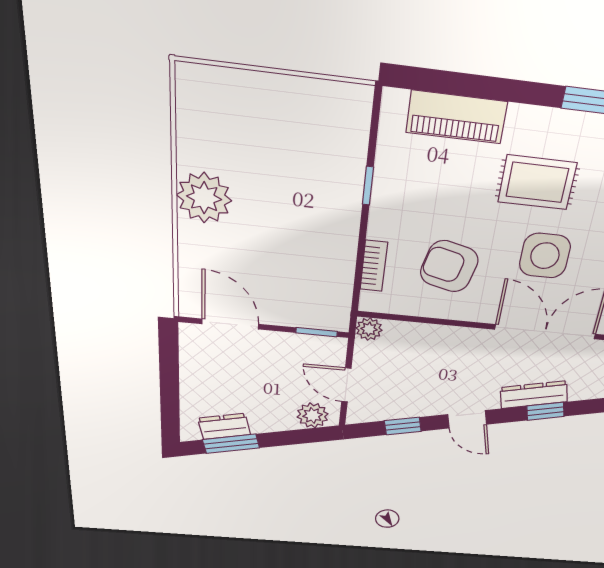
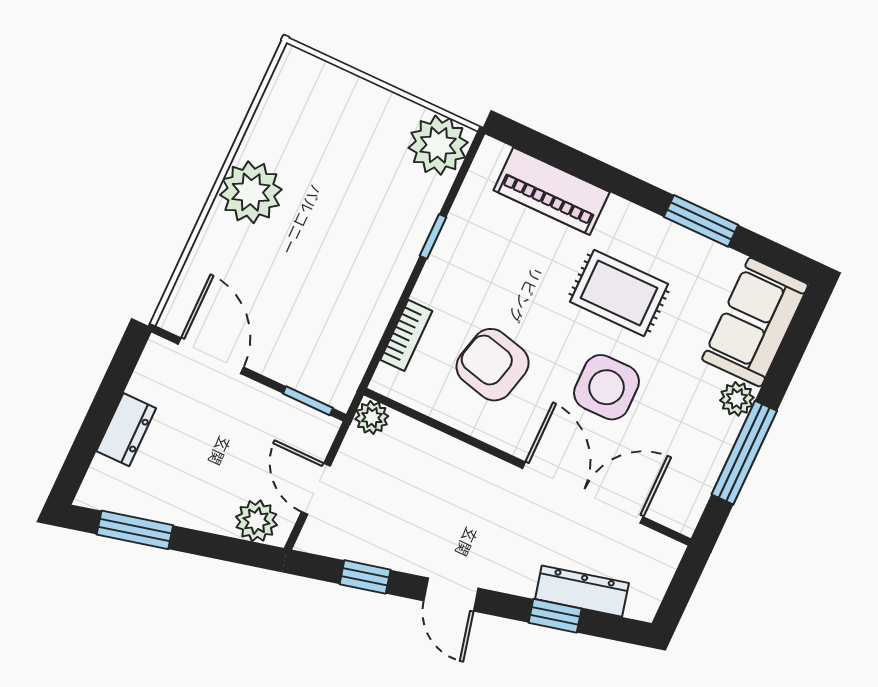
plant: (345, 109) -> (438, 145), added
dresser: (534, 395) -> (582, 591), moved
dresser: (224, 426) -> (126, 430), moved, turned 103

